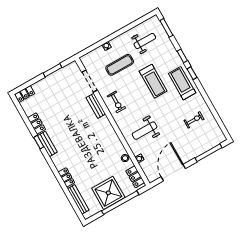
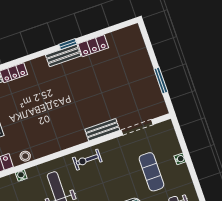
locker: (25, 94) -> (136, 37), removed
exercise bike: (116, 102) -> (87, 160), moved

